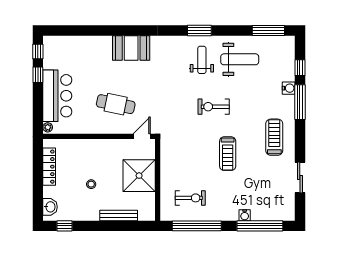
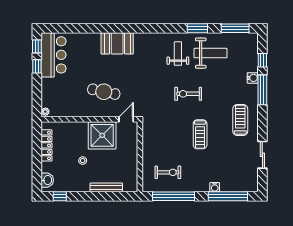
window: (199, 31) -> (197, 28), moved
bar counter: (57, 96) -> (54, 55), moved
shower: (139, 176) -> (102, 135), moved

